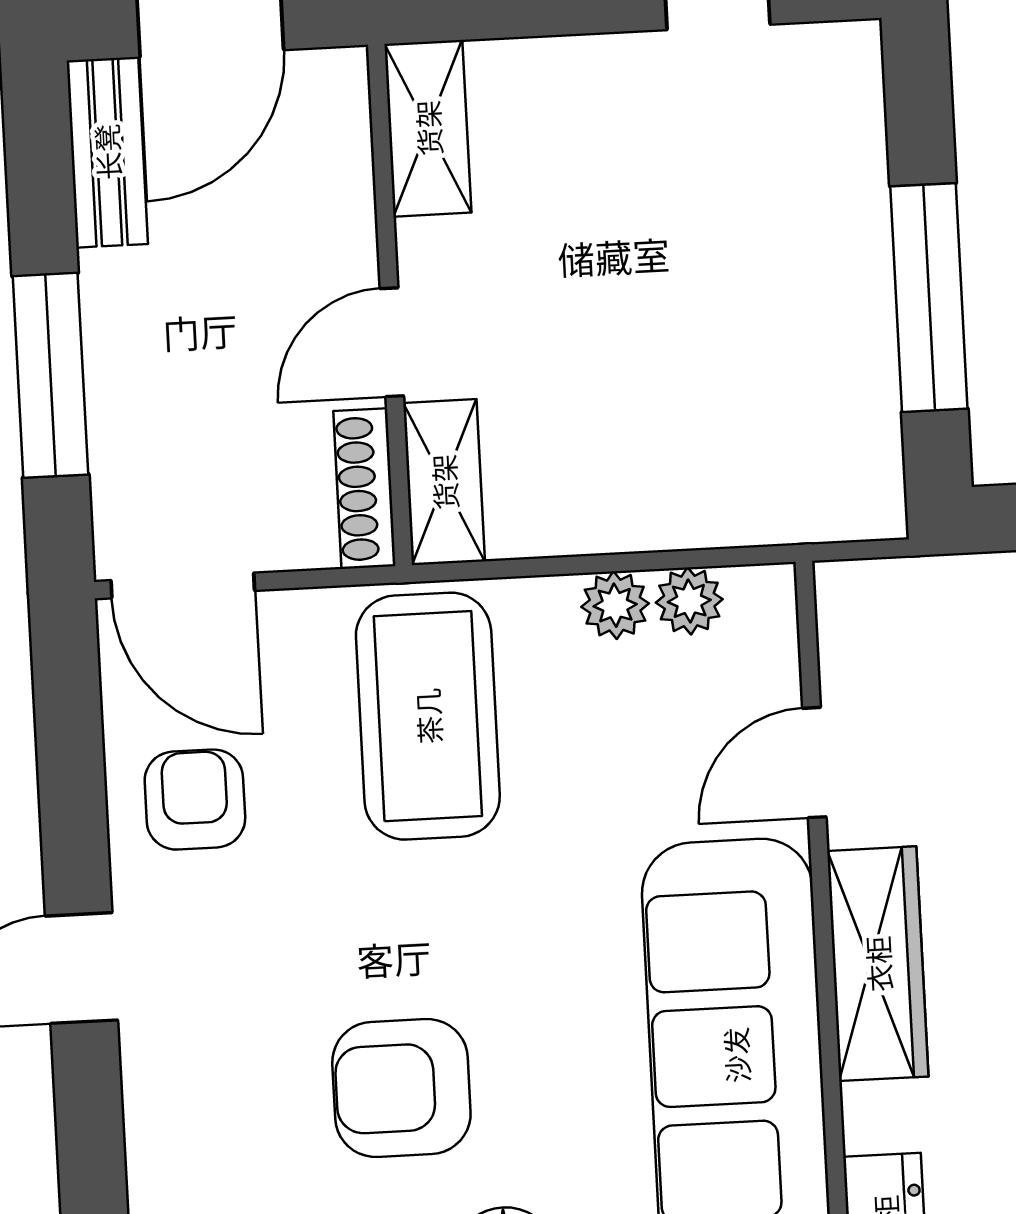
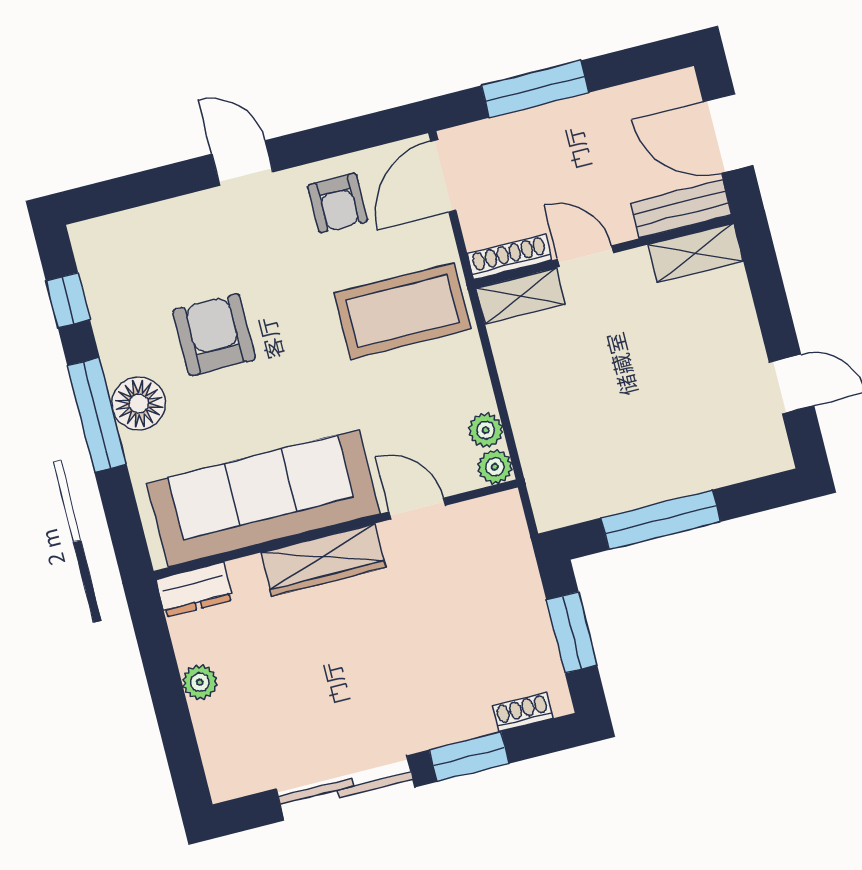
bench: (107, 152) -> (681, 209), moved
plant: (615, 605) -> (495, 467), moved
armchair: (195, 800) -> (338, 203), turned 90

